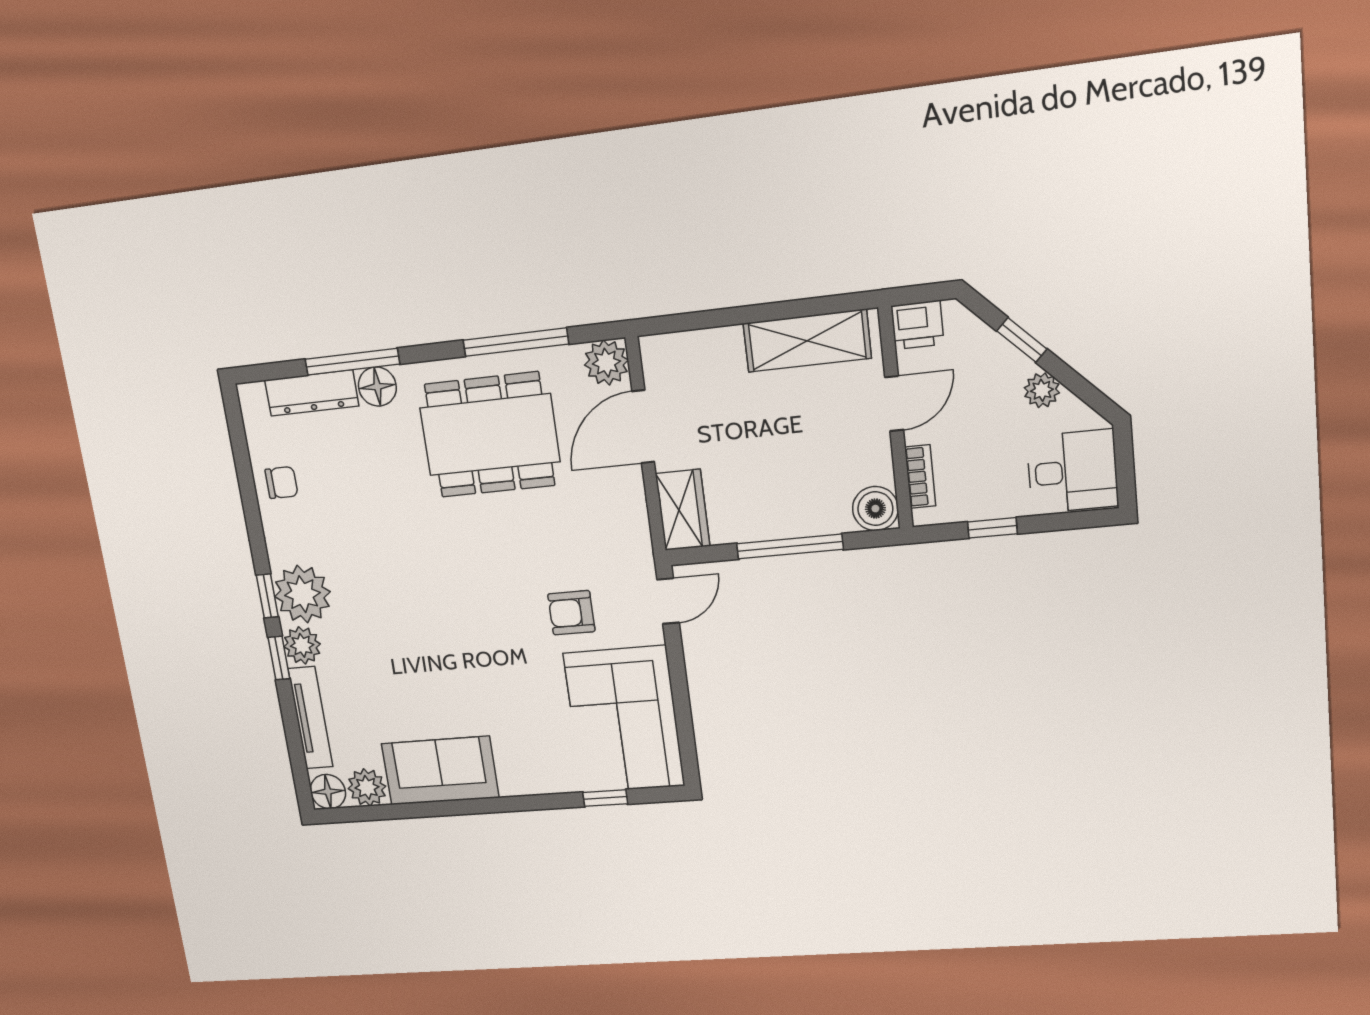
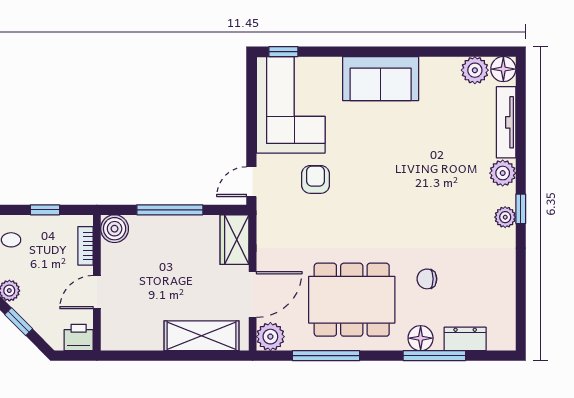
shelving: (807, 341) -> (202, 336), moved
dresser: (312, 393) -> (465, 339), width x0.70
chair: (281, 483) -> (427, 279), moved
plant: (302, 594) -> (505, 217), width x0.53, depth x0.53
armchair: (571, 613) -> (316, 179), turned -90
window: (279, 658) -> (521, 166), removed
sofa: (440, 771) -> (381, 79), moved
window: (605, 798) -> (283, 52), moved

